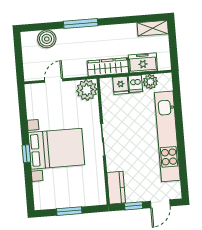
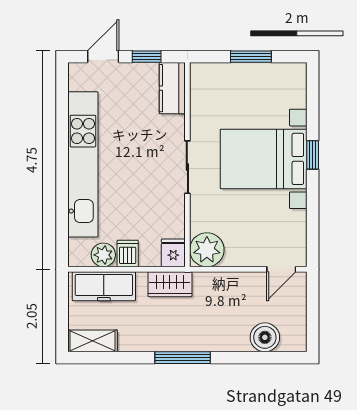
window: (81, 24) -> (183, 358), moved
freezer: (143, 63) -> (104, 286), width x1.40
wardrobe: (108, 67) -> (170, 284), width x0.67
door: (54, 81) -> (281, 269), moved
fridge: (121, 85) -> (173, 253), moved

